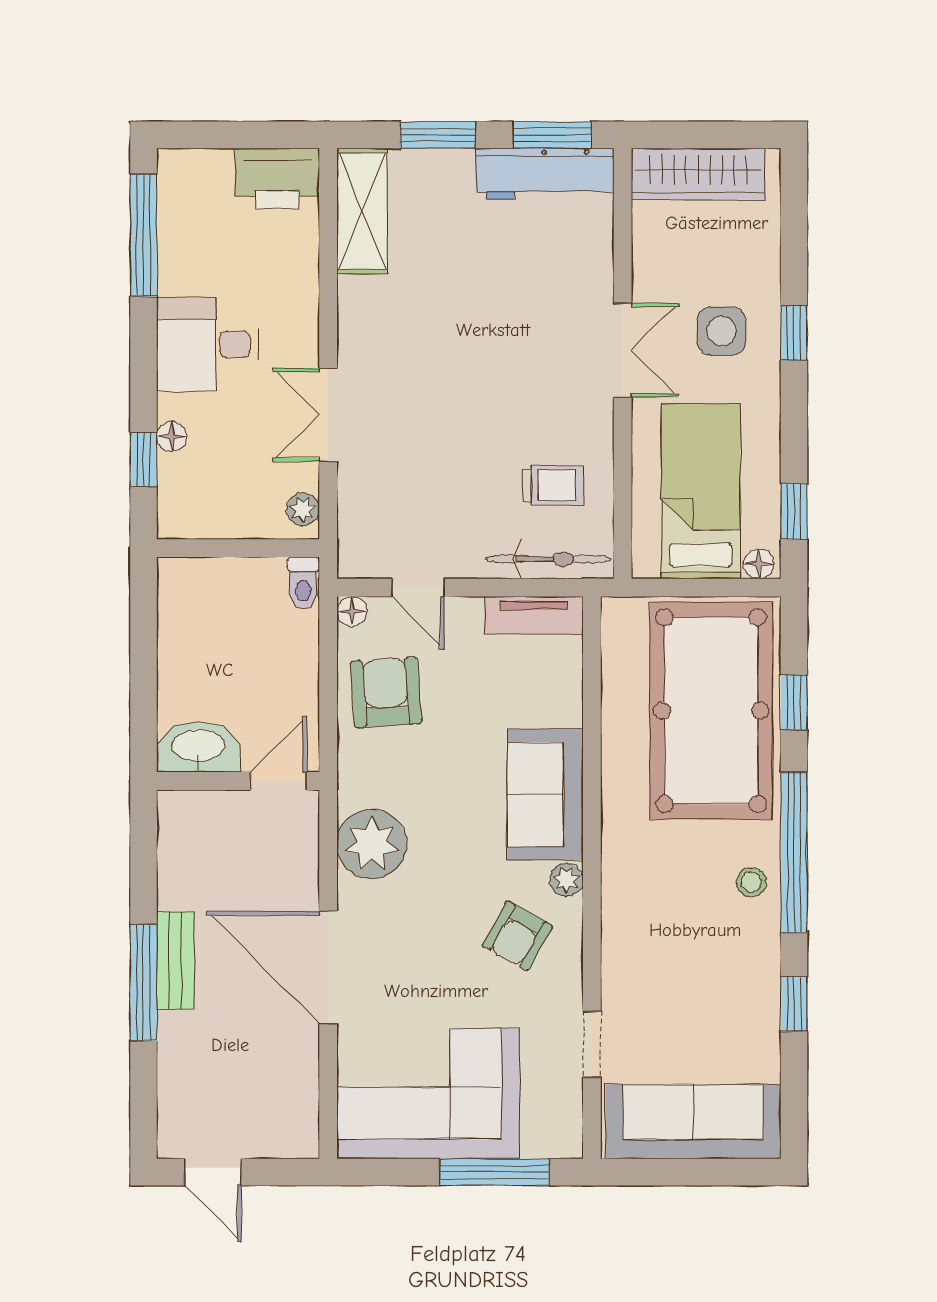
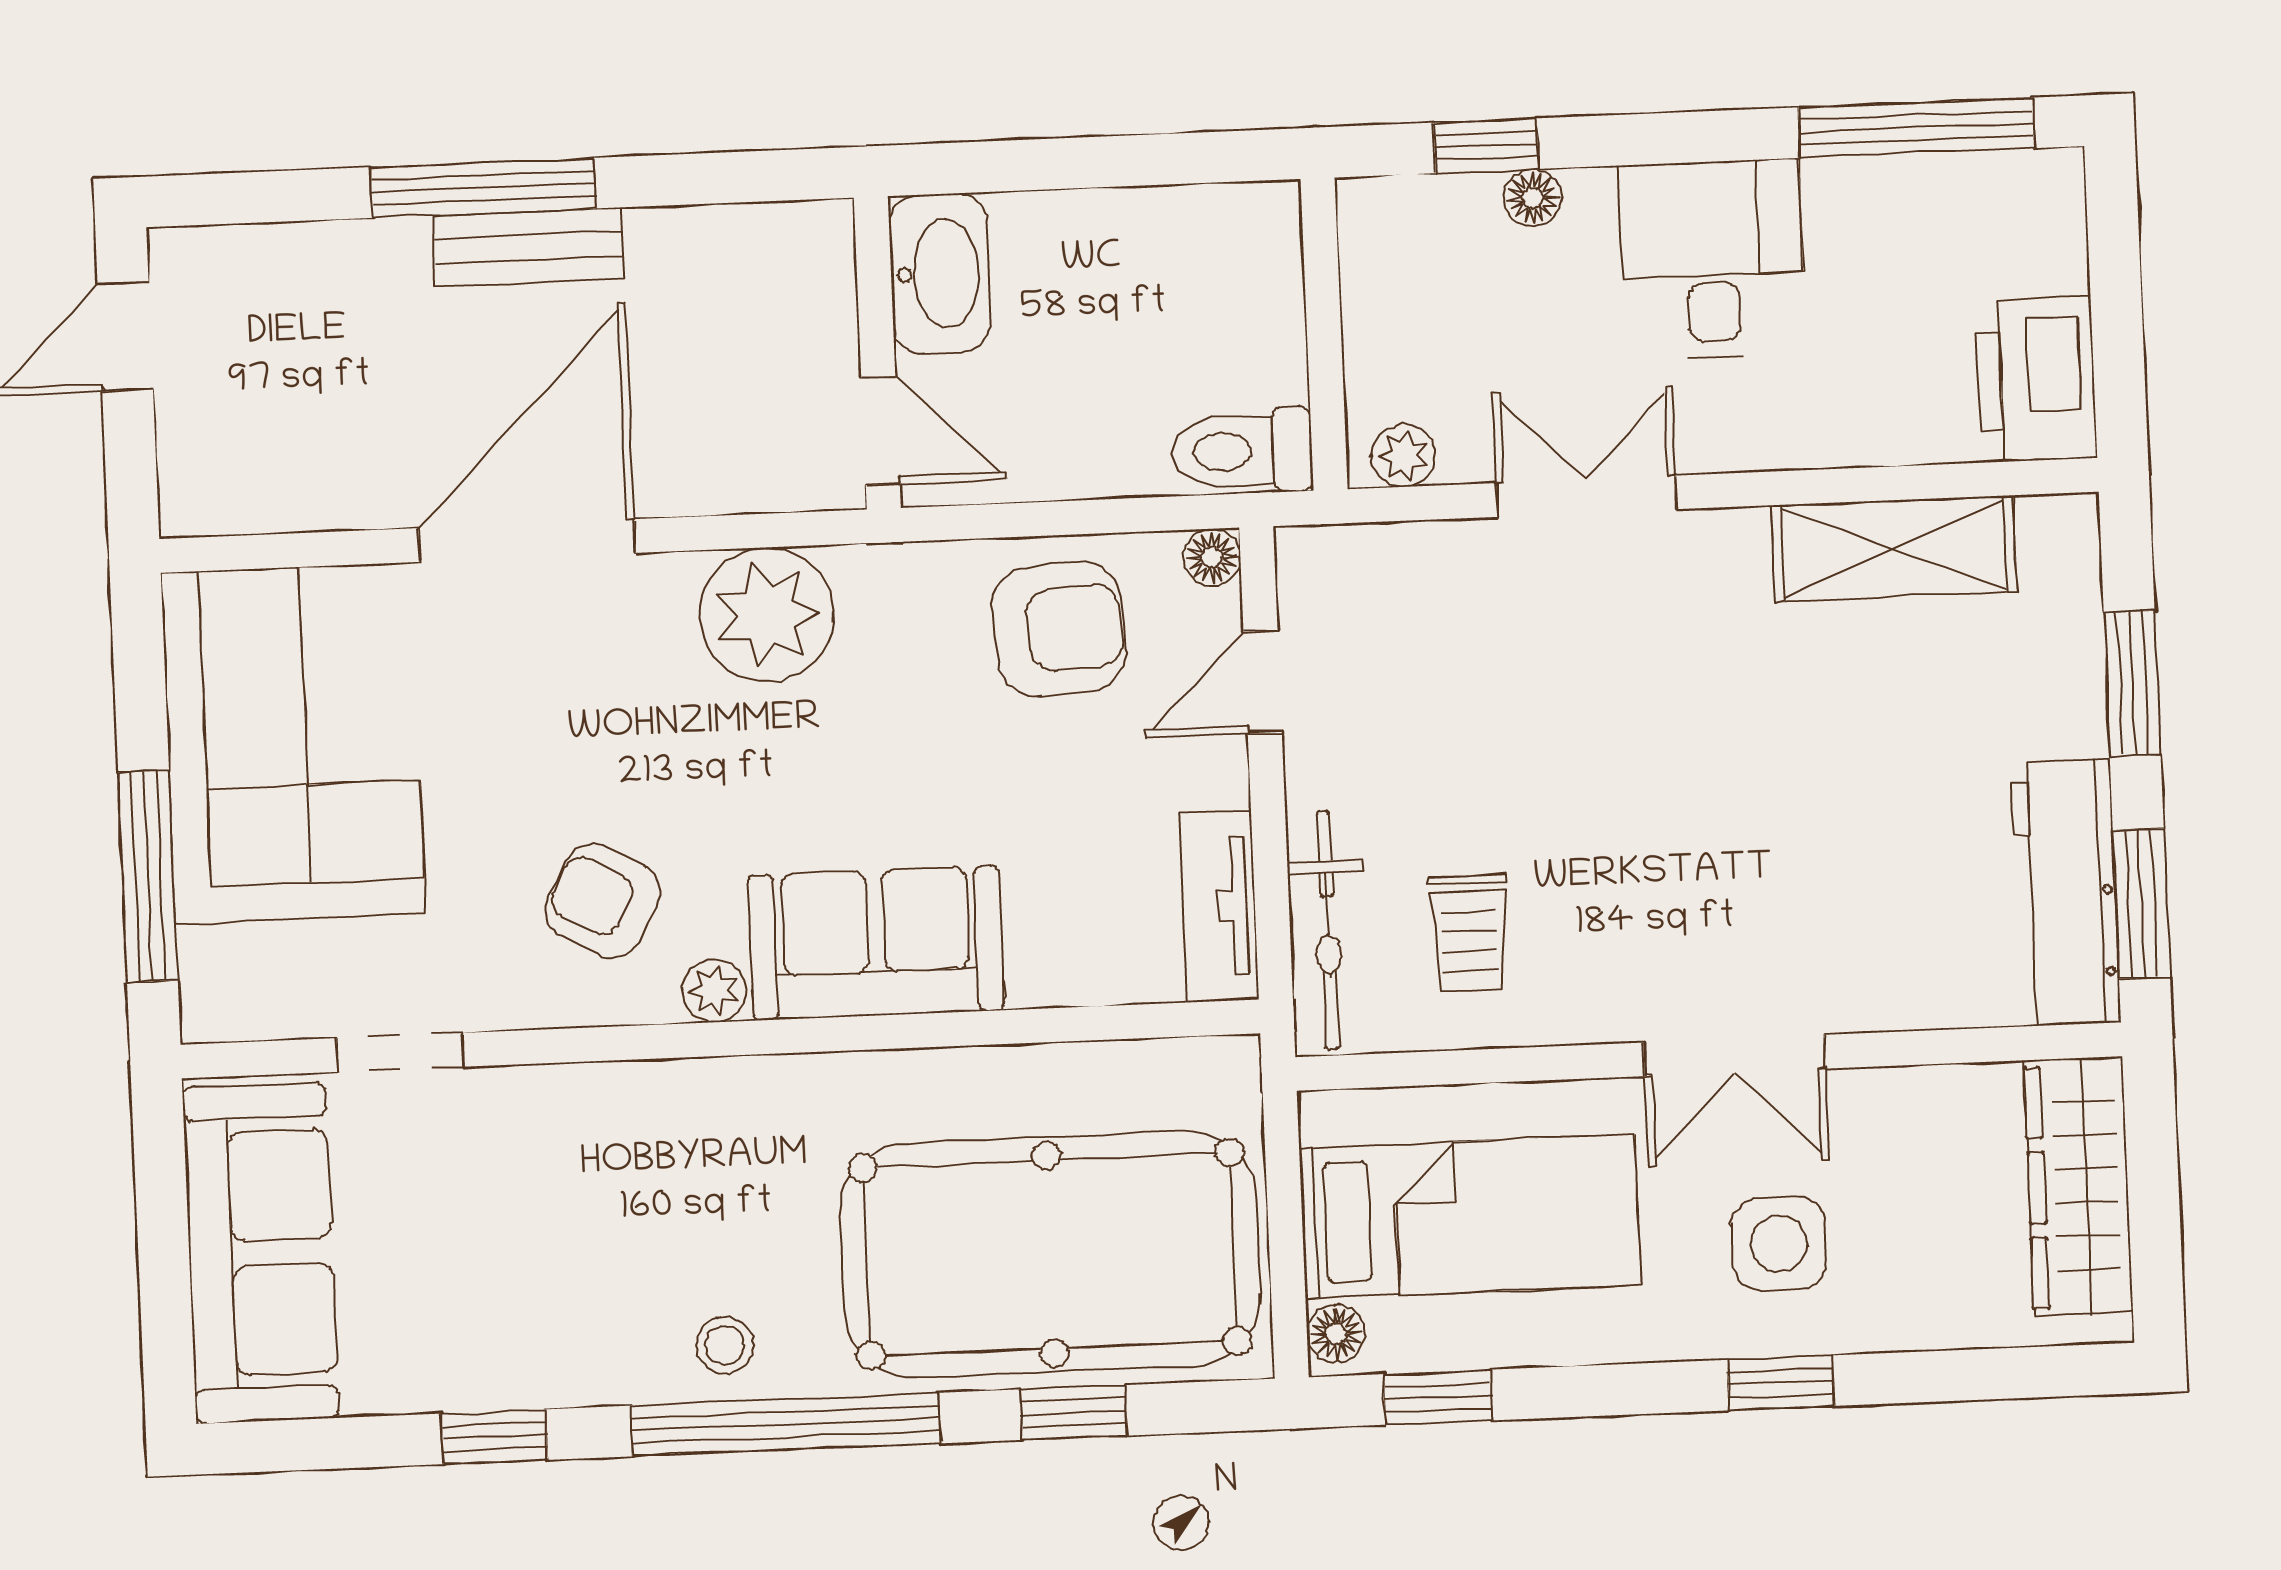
shelving: (362, 211) -> (1894, 549), moved
toilet: (303, 583) -> (1242, 451), width x1.37, depth x1.39

